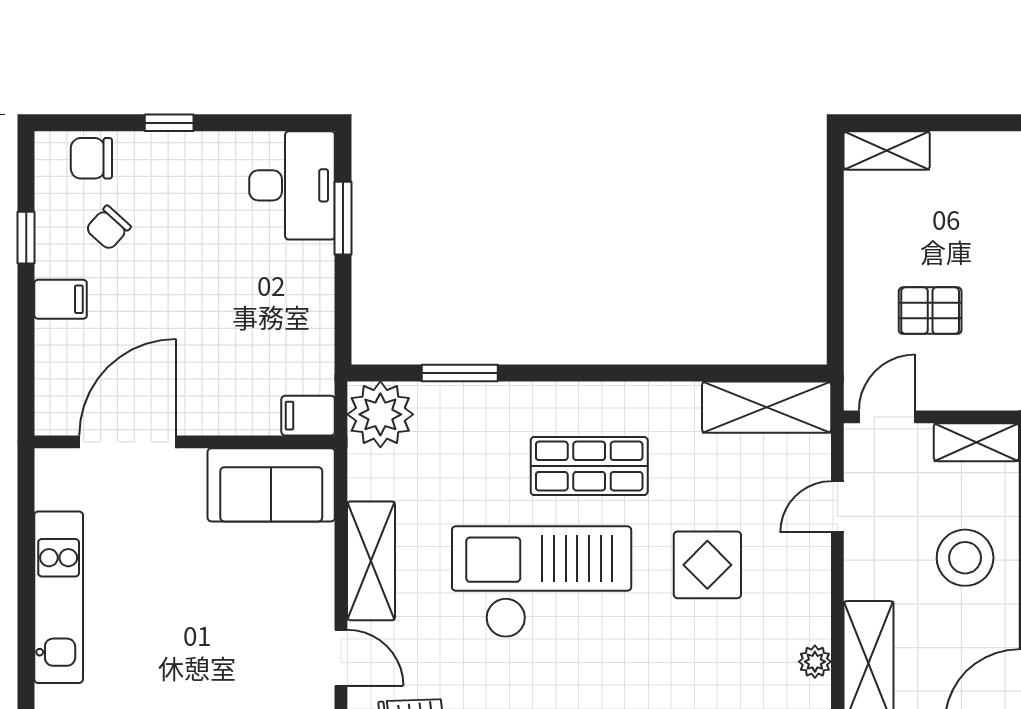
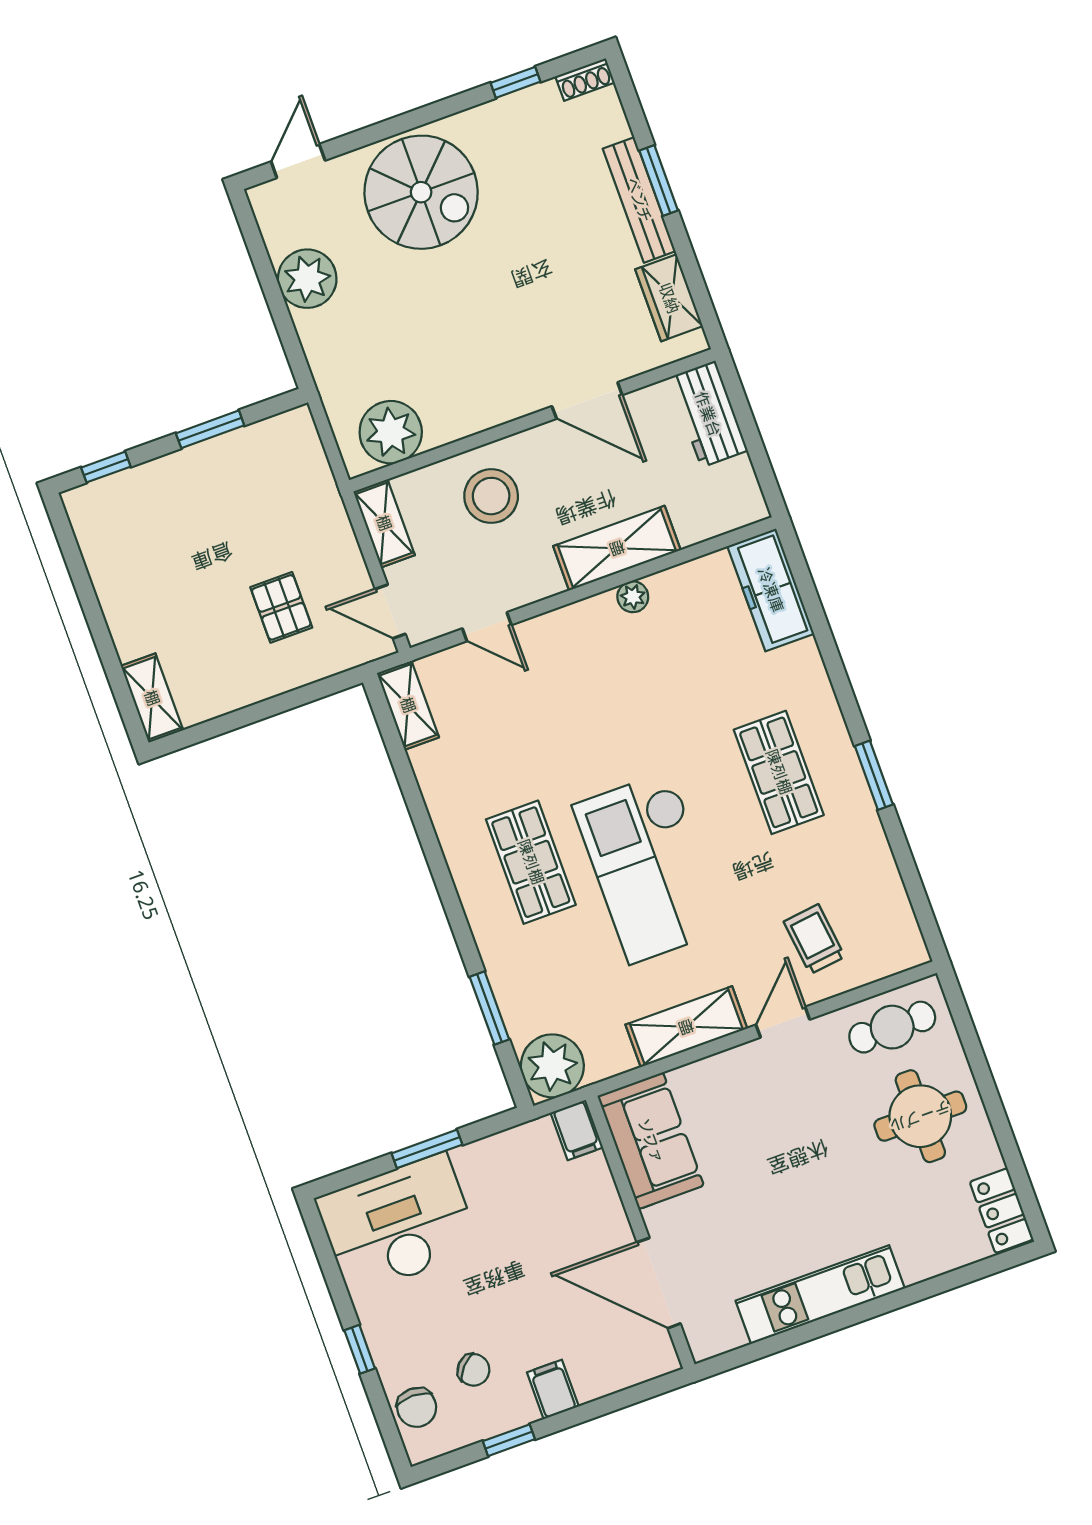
desk: (292, 185) -> (398, 1224), width x1.36, depth x1.30
window: (343, 218) -> (427, 1149), moved
shelving: (767, 407) -> (408, 705), width x0.67, depth x0.75
display table: (707, 565) -> (581, 724), removed

